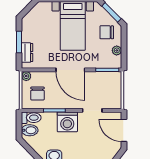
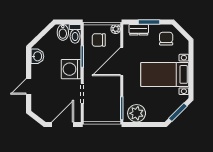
chair: (107, 32) -> (166, 39), moved
plant: (117, 50) -> (137, 113), width x1.88, depth x1.88
door: (70, 70) -> (122, 61), moved

